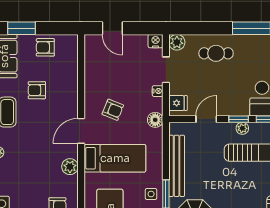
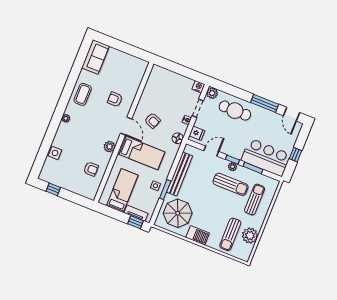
window: (21, 28) -> (114, 43), removed
door: (112, 28) -> (173, 67), removed
armchair: (45, 47) -> (125, 62), removed
cafe table: (216, 53) -> (235, 111), width x1.37, depth x1.35
armchair: (37, 90) -> (115, 99), moved
door: (81, 131) -> (126, 126), swing flipped

